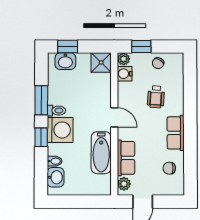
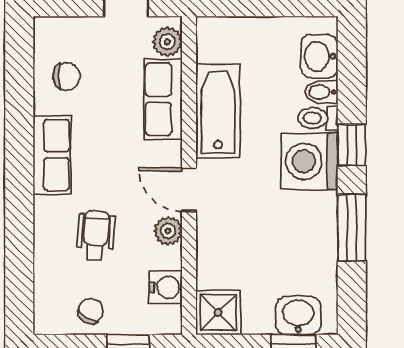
plant: (124, 59) -> (168, 231), moved
toilet: (56, 111) -> (318, 118), moved

